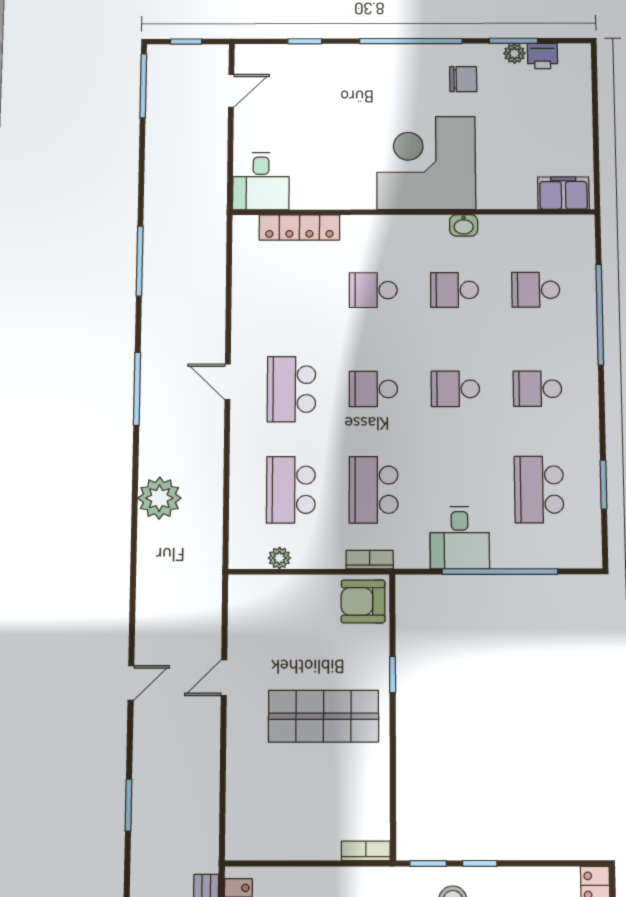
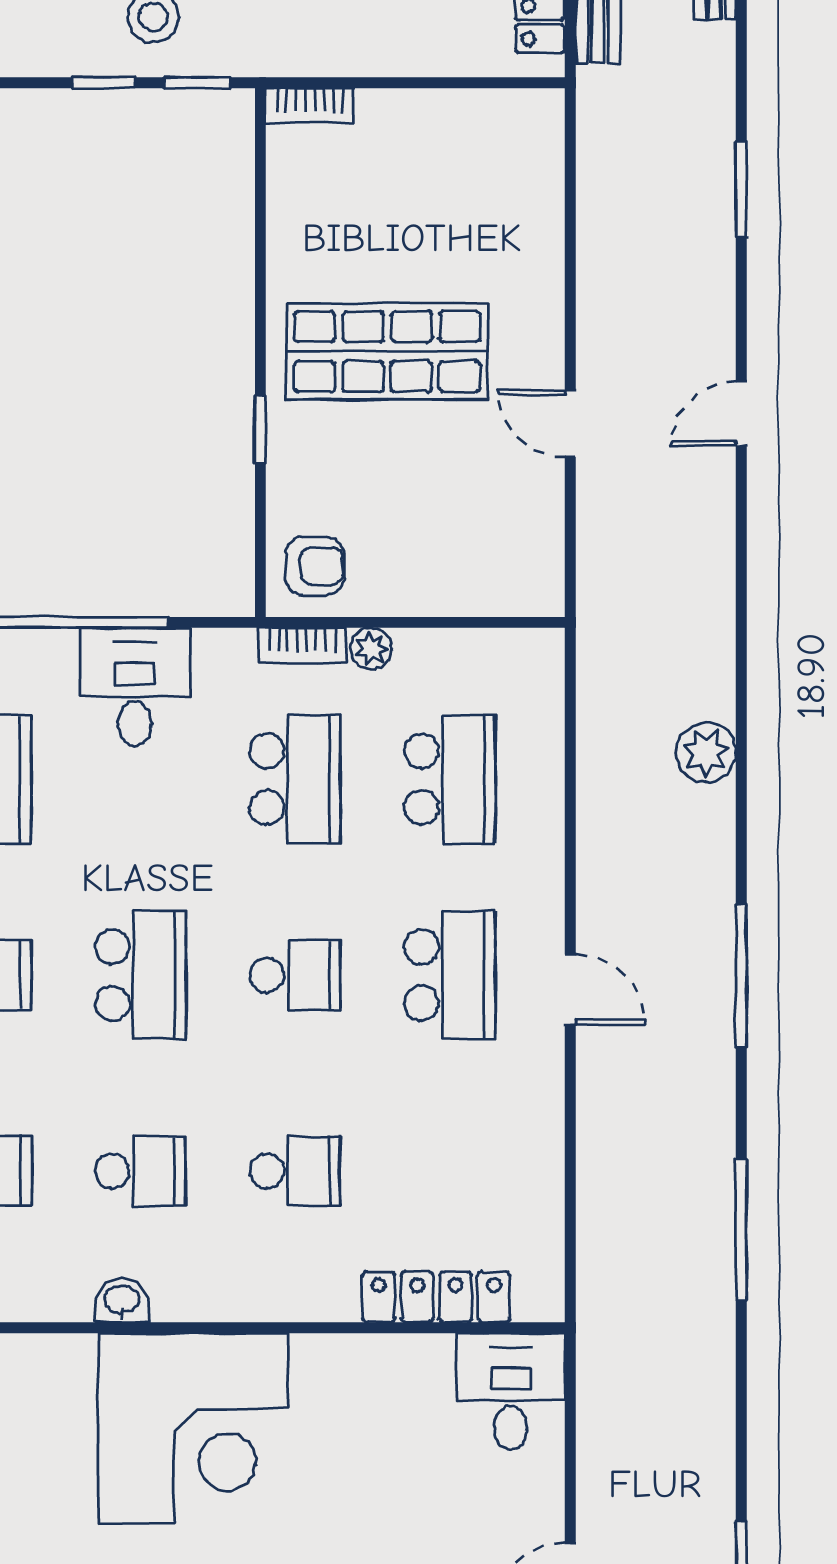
school desk: (455, 389) -> (140, 975), width x1.85
plant: (159, 498) -> (706, 753), width x0.73, depth x0.73
plant: (279, 558) -> (371, 649), moved
armchair: (363, 601) -> (315, 566), width x0.72, depth x0.72
door: (224, 678) -> (570, 423), swing flipped

